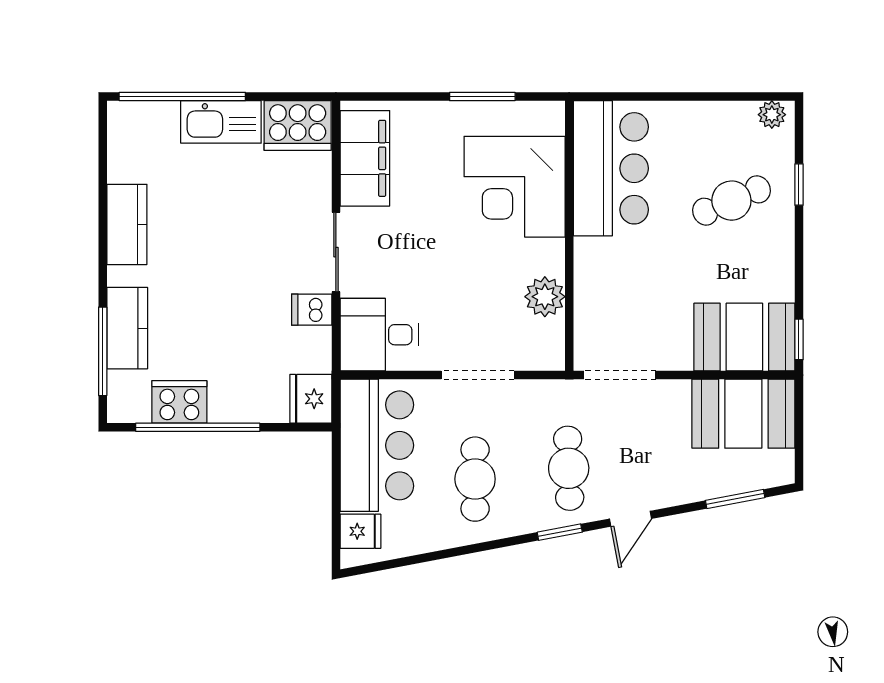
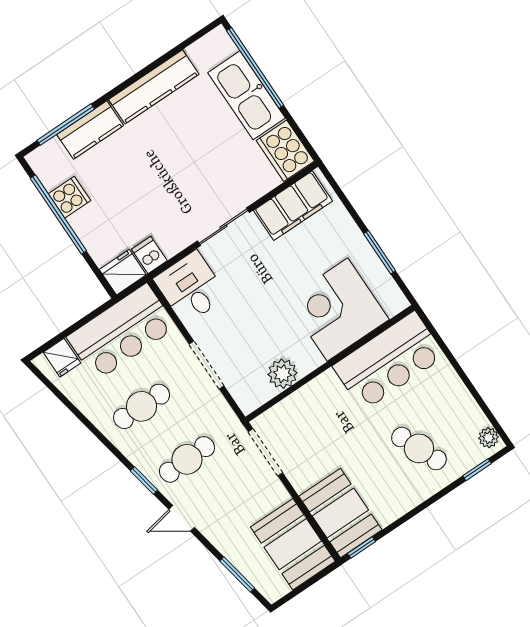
kitchen sink: (221, 122) -> (246, 95), width x1.36, depth x1.24
window: (799, 185) -> (477, 470), moved
kitchen counter: (127, 224) -> (154, 87), width x1.50
dishwasher: (312, 310) -> (149, 255), moved
cooker: (179, 402) -> (69, 197), width x0.73

